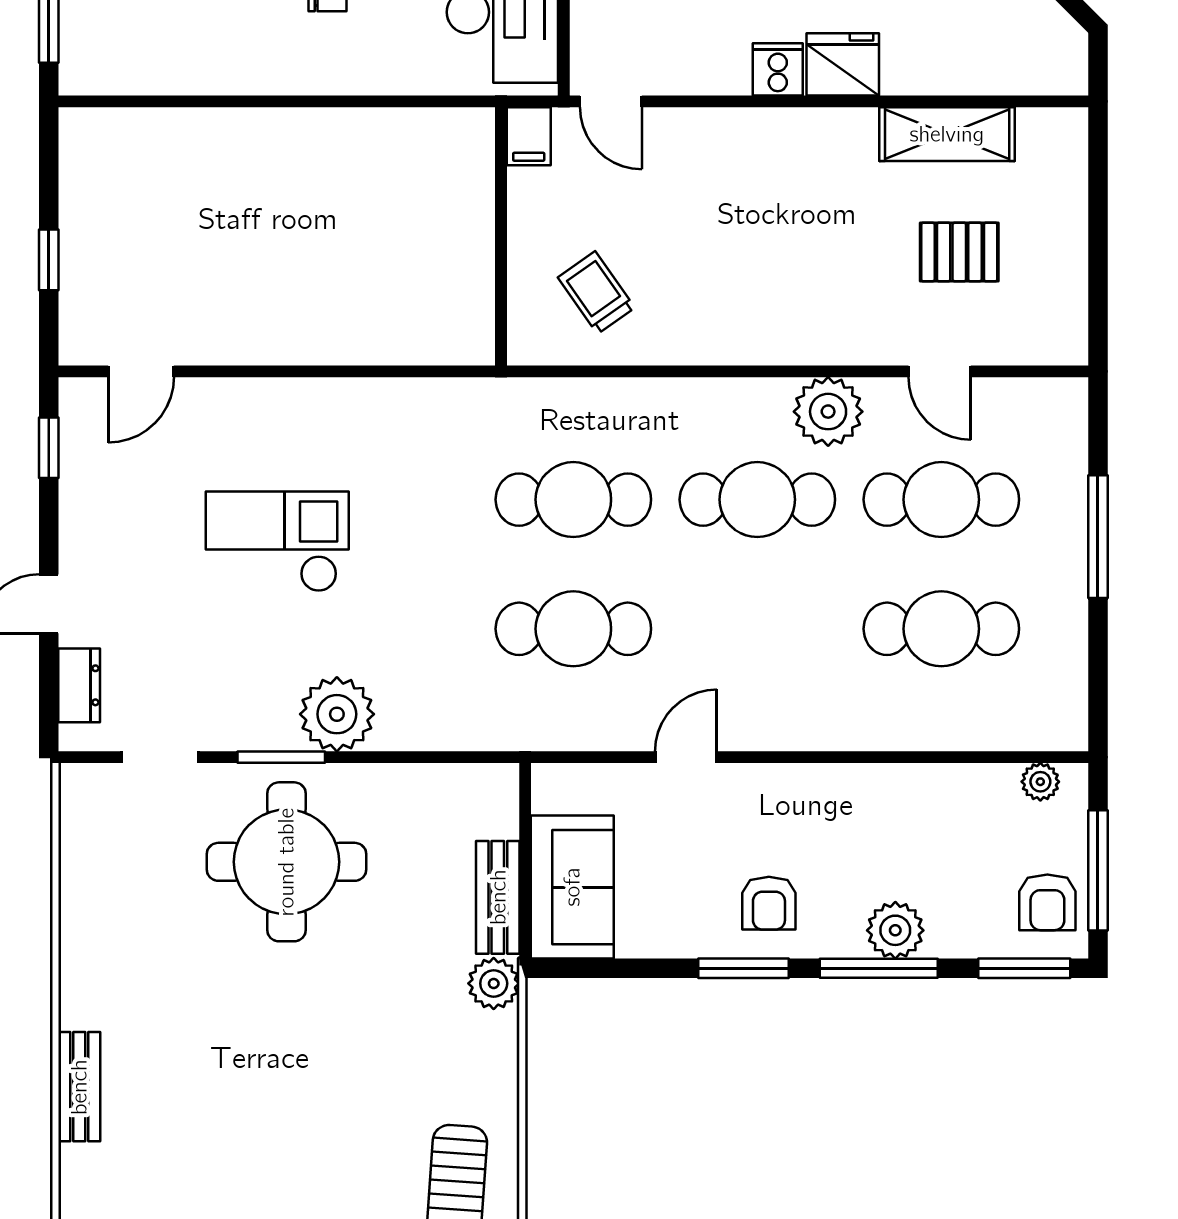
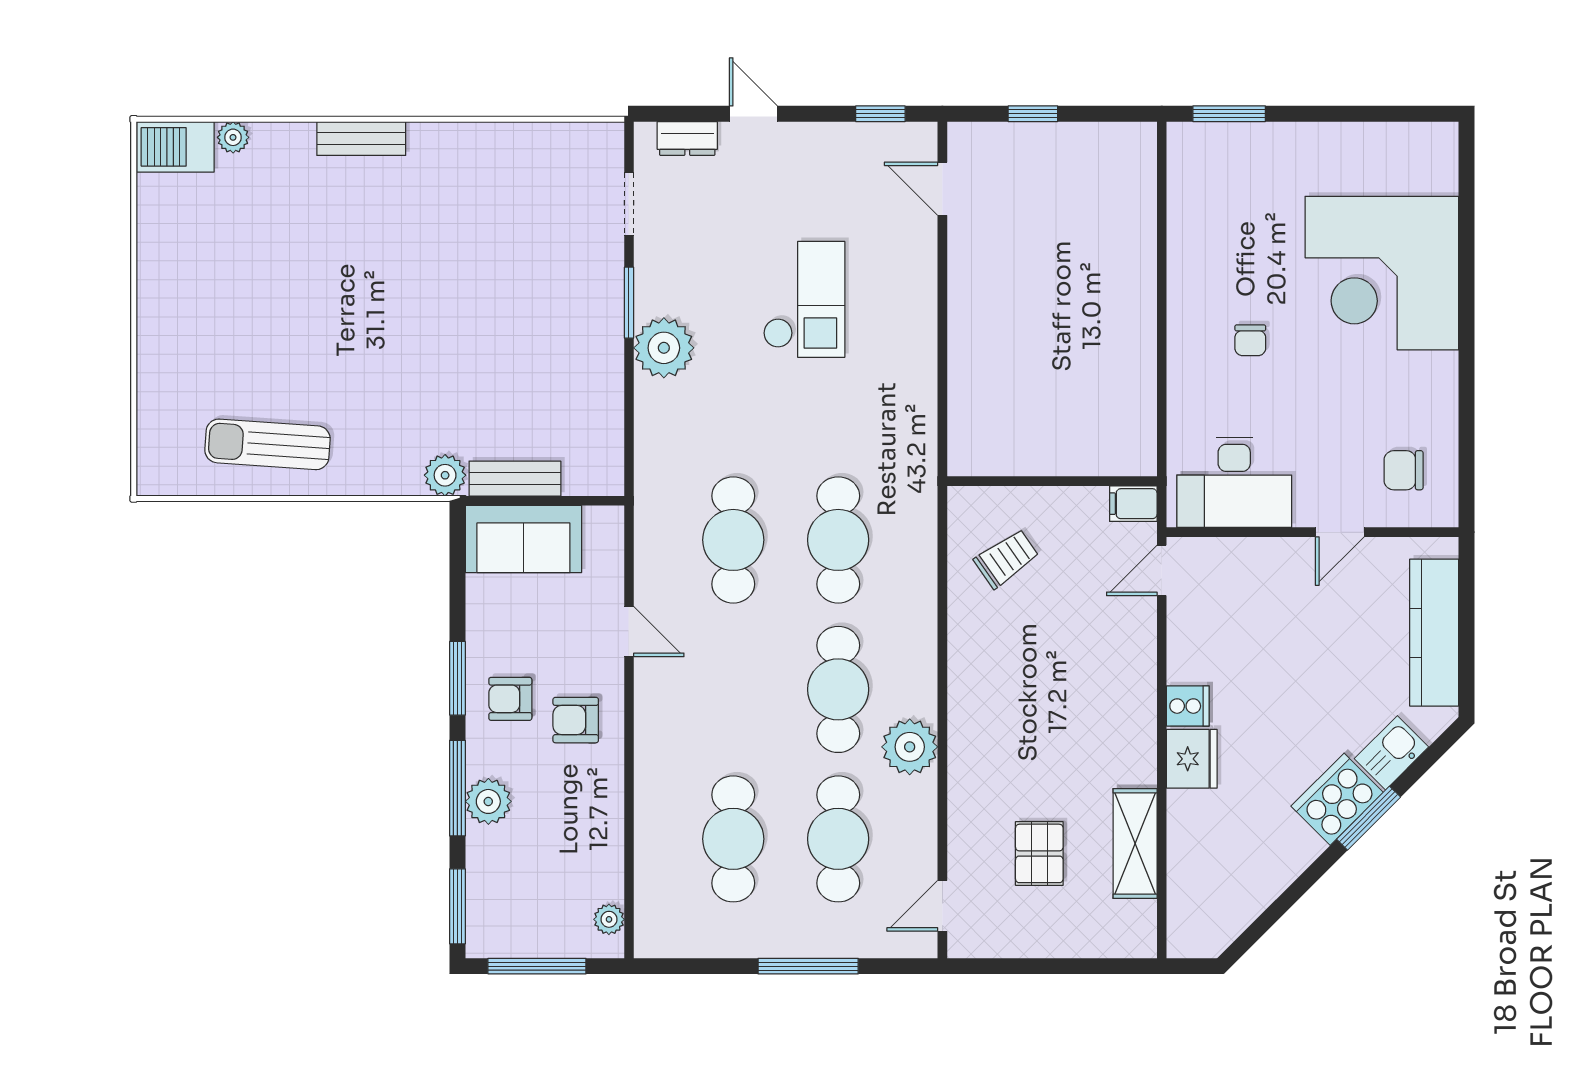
door: (940, 371) -> (942, 906), moved
round table: (286, 862) -> (544, 307), removed
armchair: (1047, 902) -> (576, 720), moved

